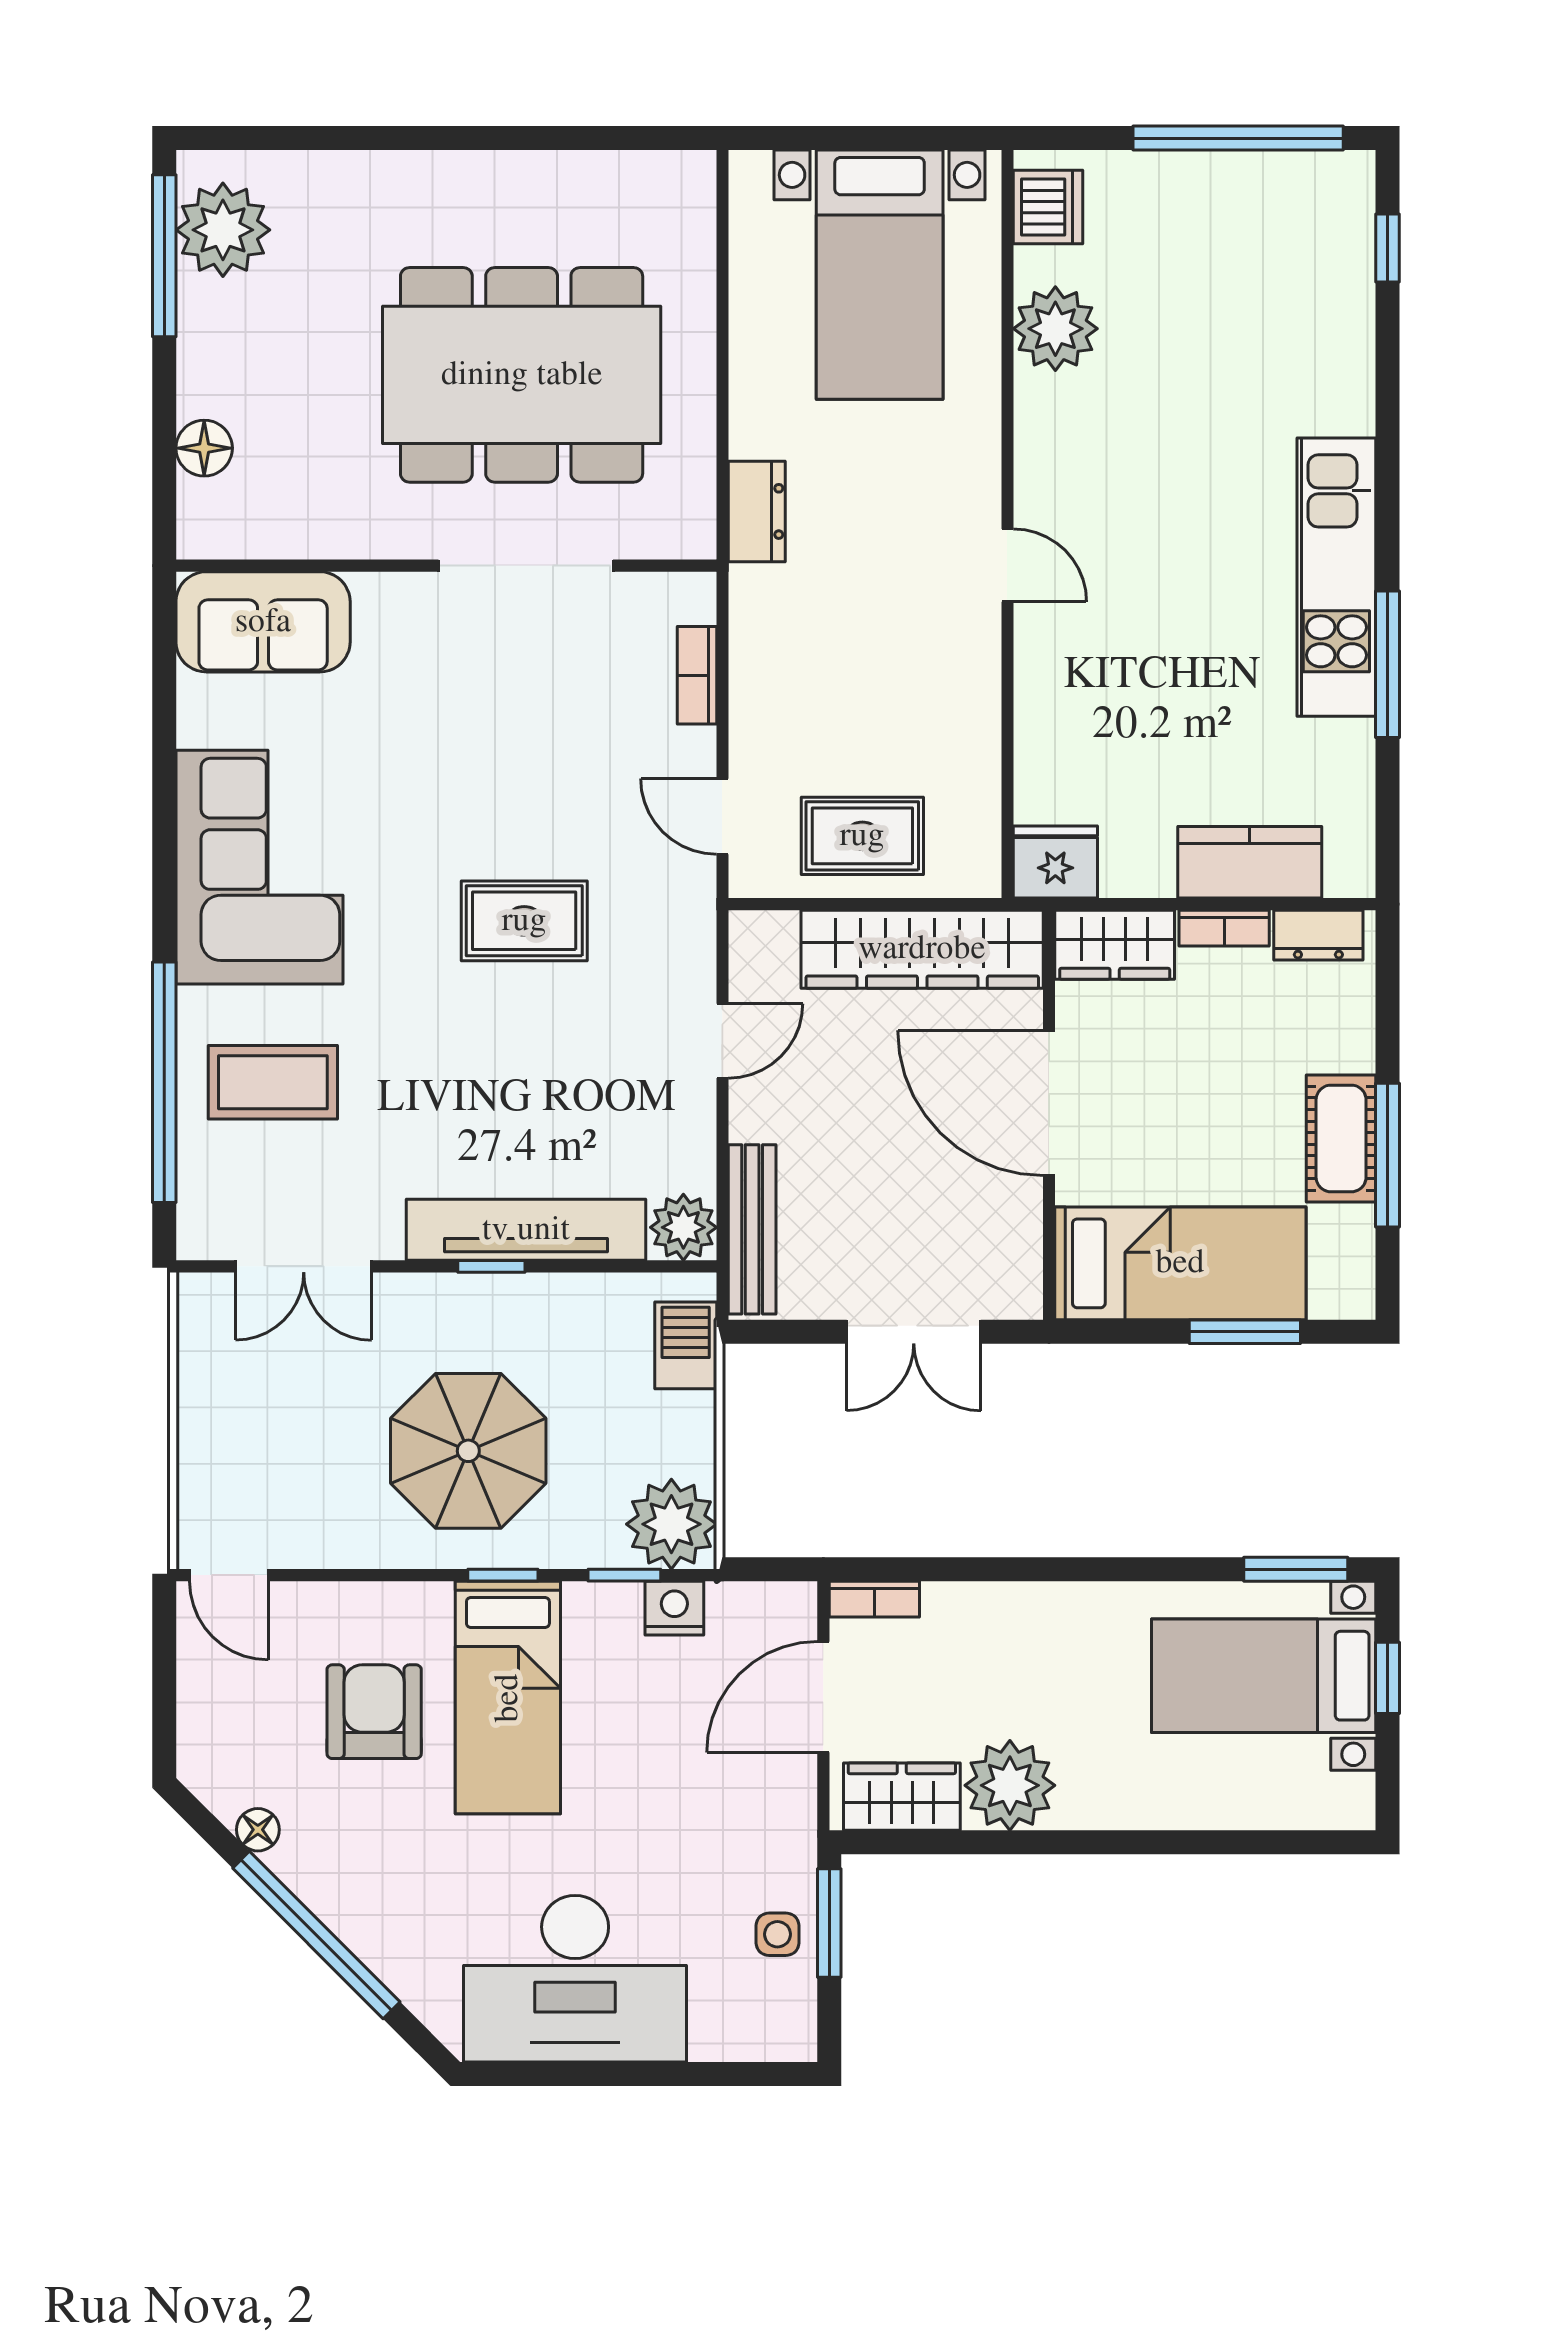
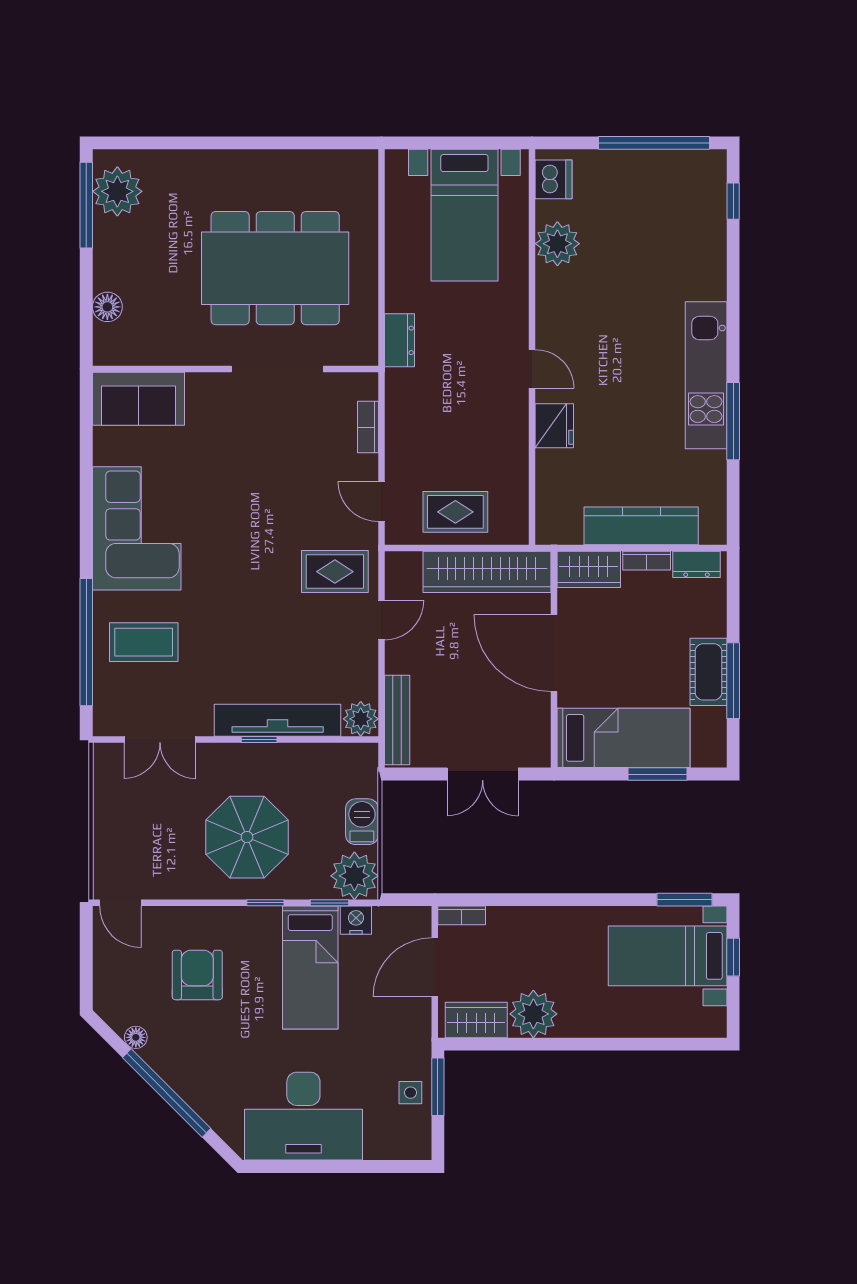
fridge: (1055, 862) -> (554, 426), moved, turned 90
kitchen counter: (1250, 862) -> (641, 526), width x1.50
rug: (524, 921) -> (335, 572), moved
barbecue: (686, 1345) -> (362, 822), moved
bed: (508, 1698) -> (310, 967), moved

